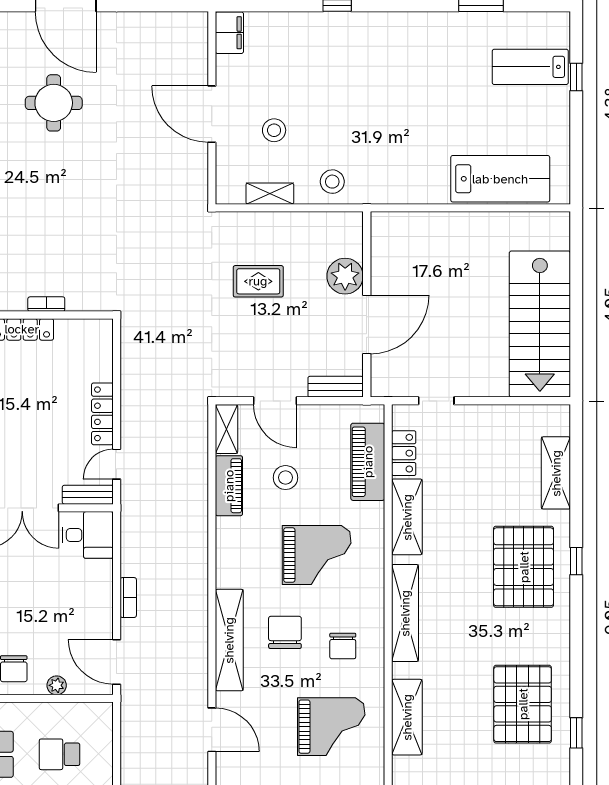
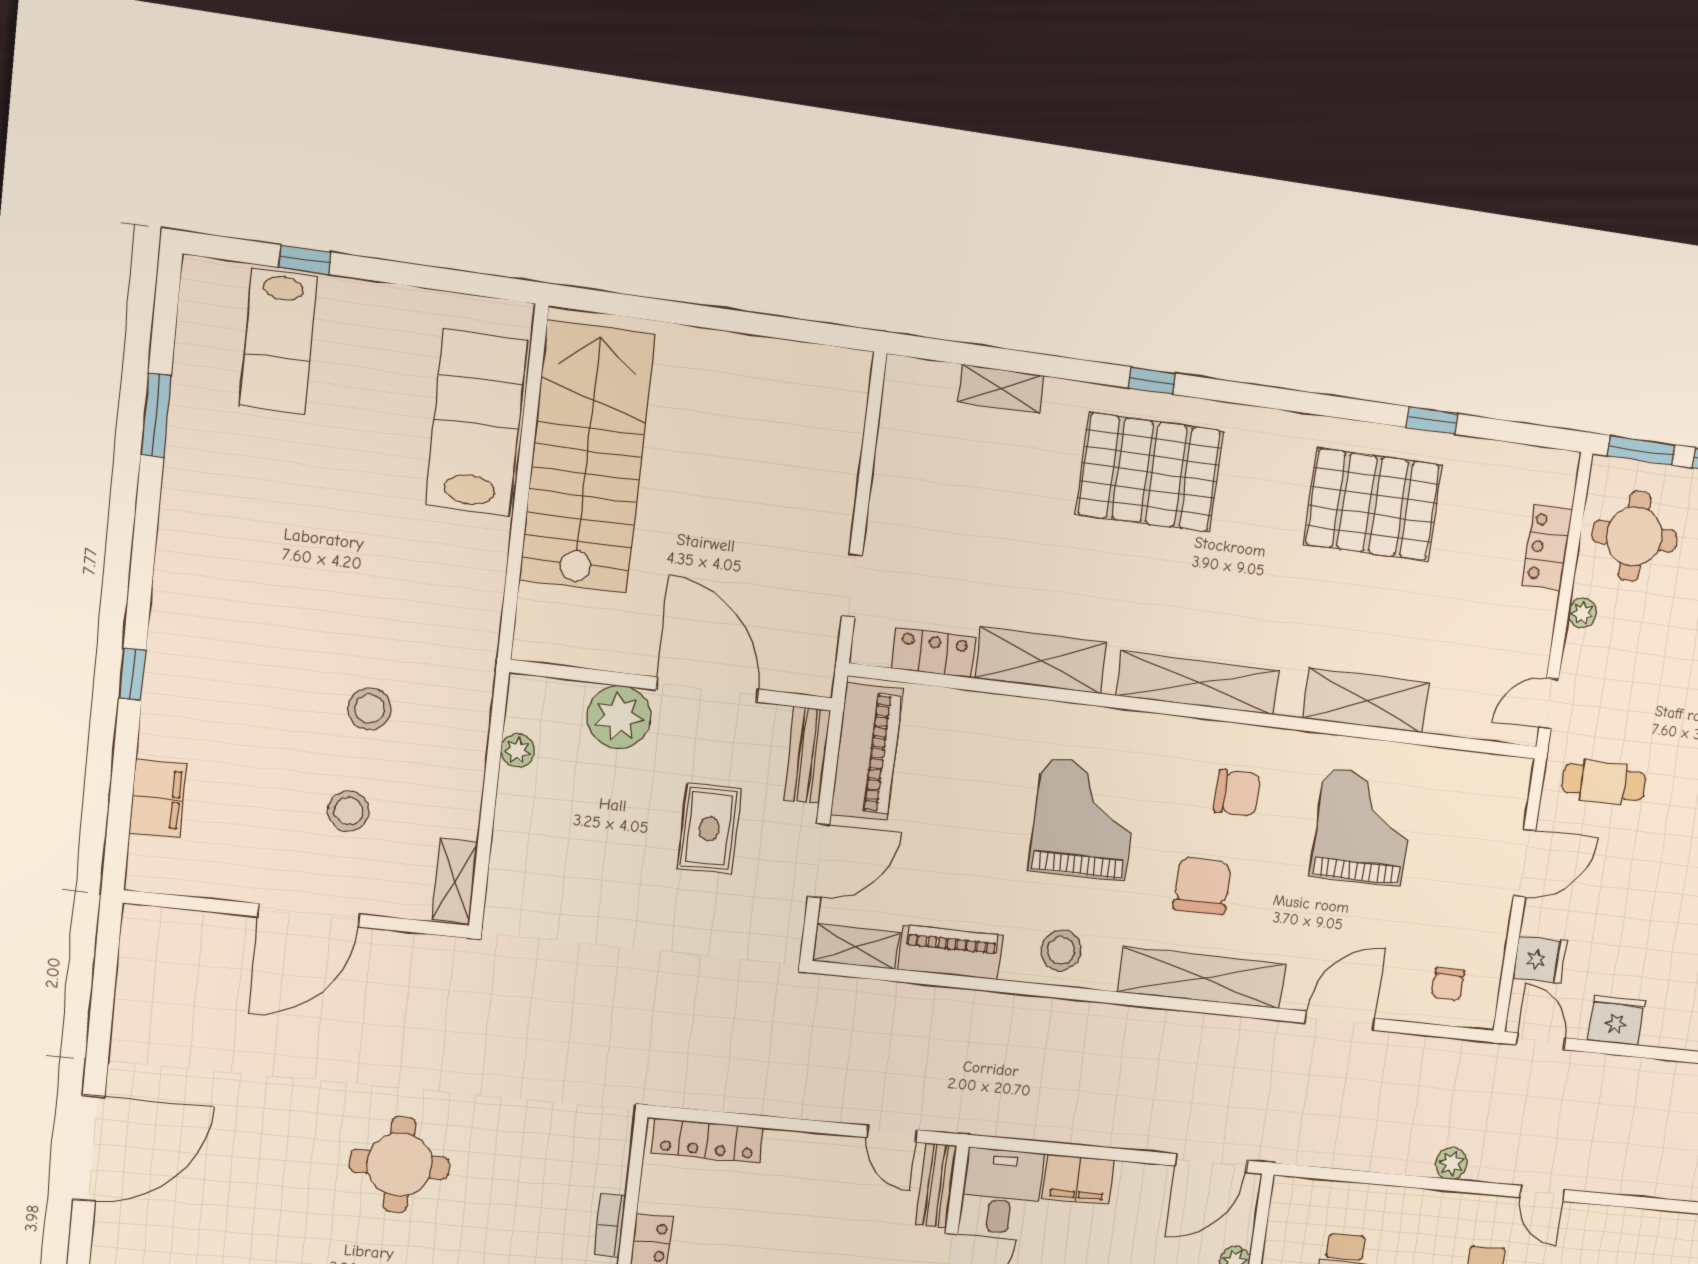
filing cabinet: (229, 33) -> (158, 798), moved, turned 90
round table: (54, 103) -> (399, 1164), moved
stool: (332, 182) -> (370, 709), moved
shelving: (270, 194) -> (455, 881), moved
plant: (319, 221) -> (518, 750), added
rug: (258, 281) -> (709, 829), moved
stairs: (540, 324) -> (587, 457), moved, turned -90
locker: (102, 414) -> (707, 1141), moved
piano: (368, 462) -> (867, 752), moved, turned -90
shelving: (556, 473) -> (1001, 389), width x0.67, depth x0.75
stool: (286, 478) -> (1061, 950), moved
filing cabinet: (99, 581) -> (1078, 1179), added
bookcase: (128, 598) -> (1111, 1135), removed
chair: (285, 632) -> (1202, 886), turned 90

